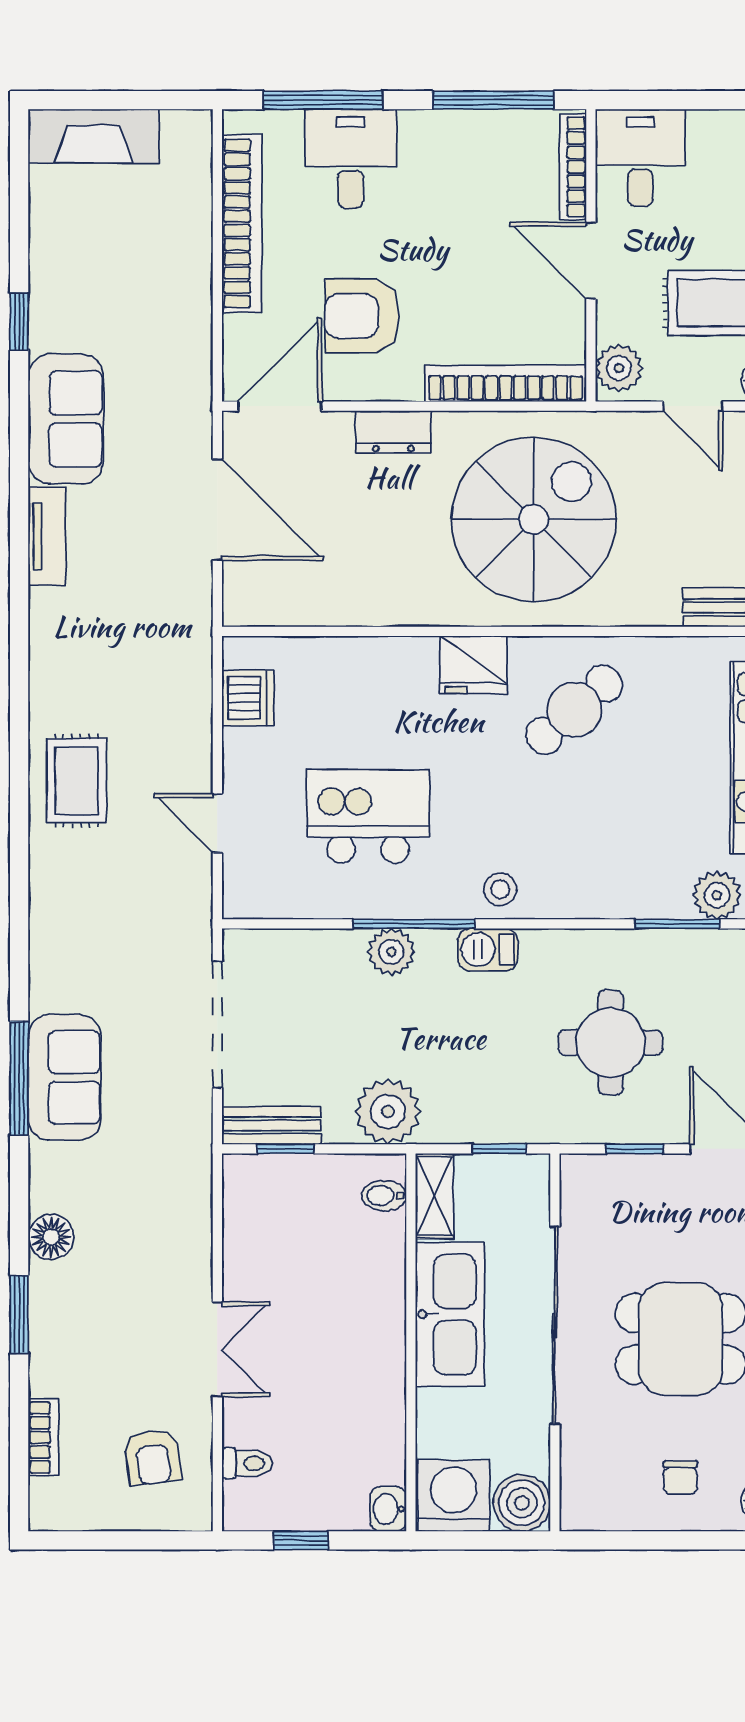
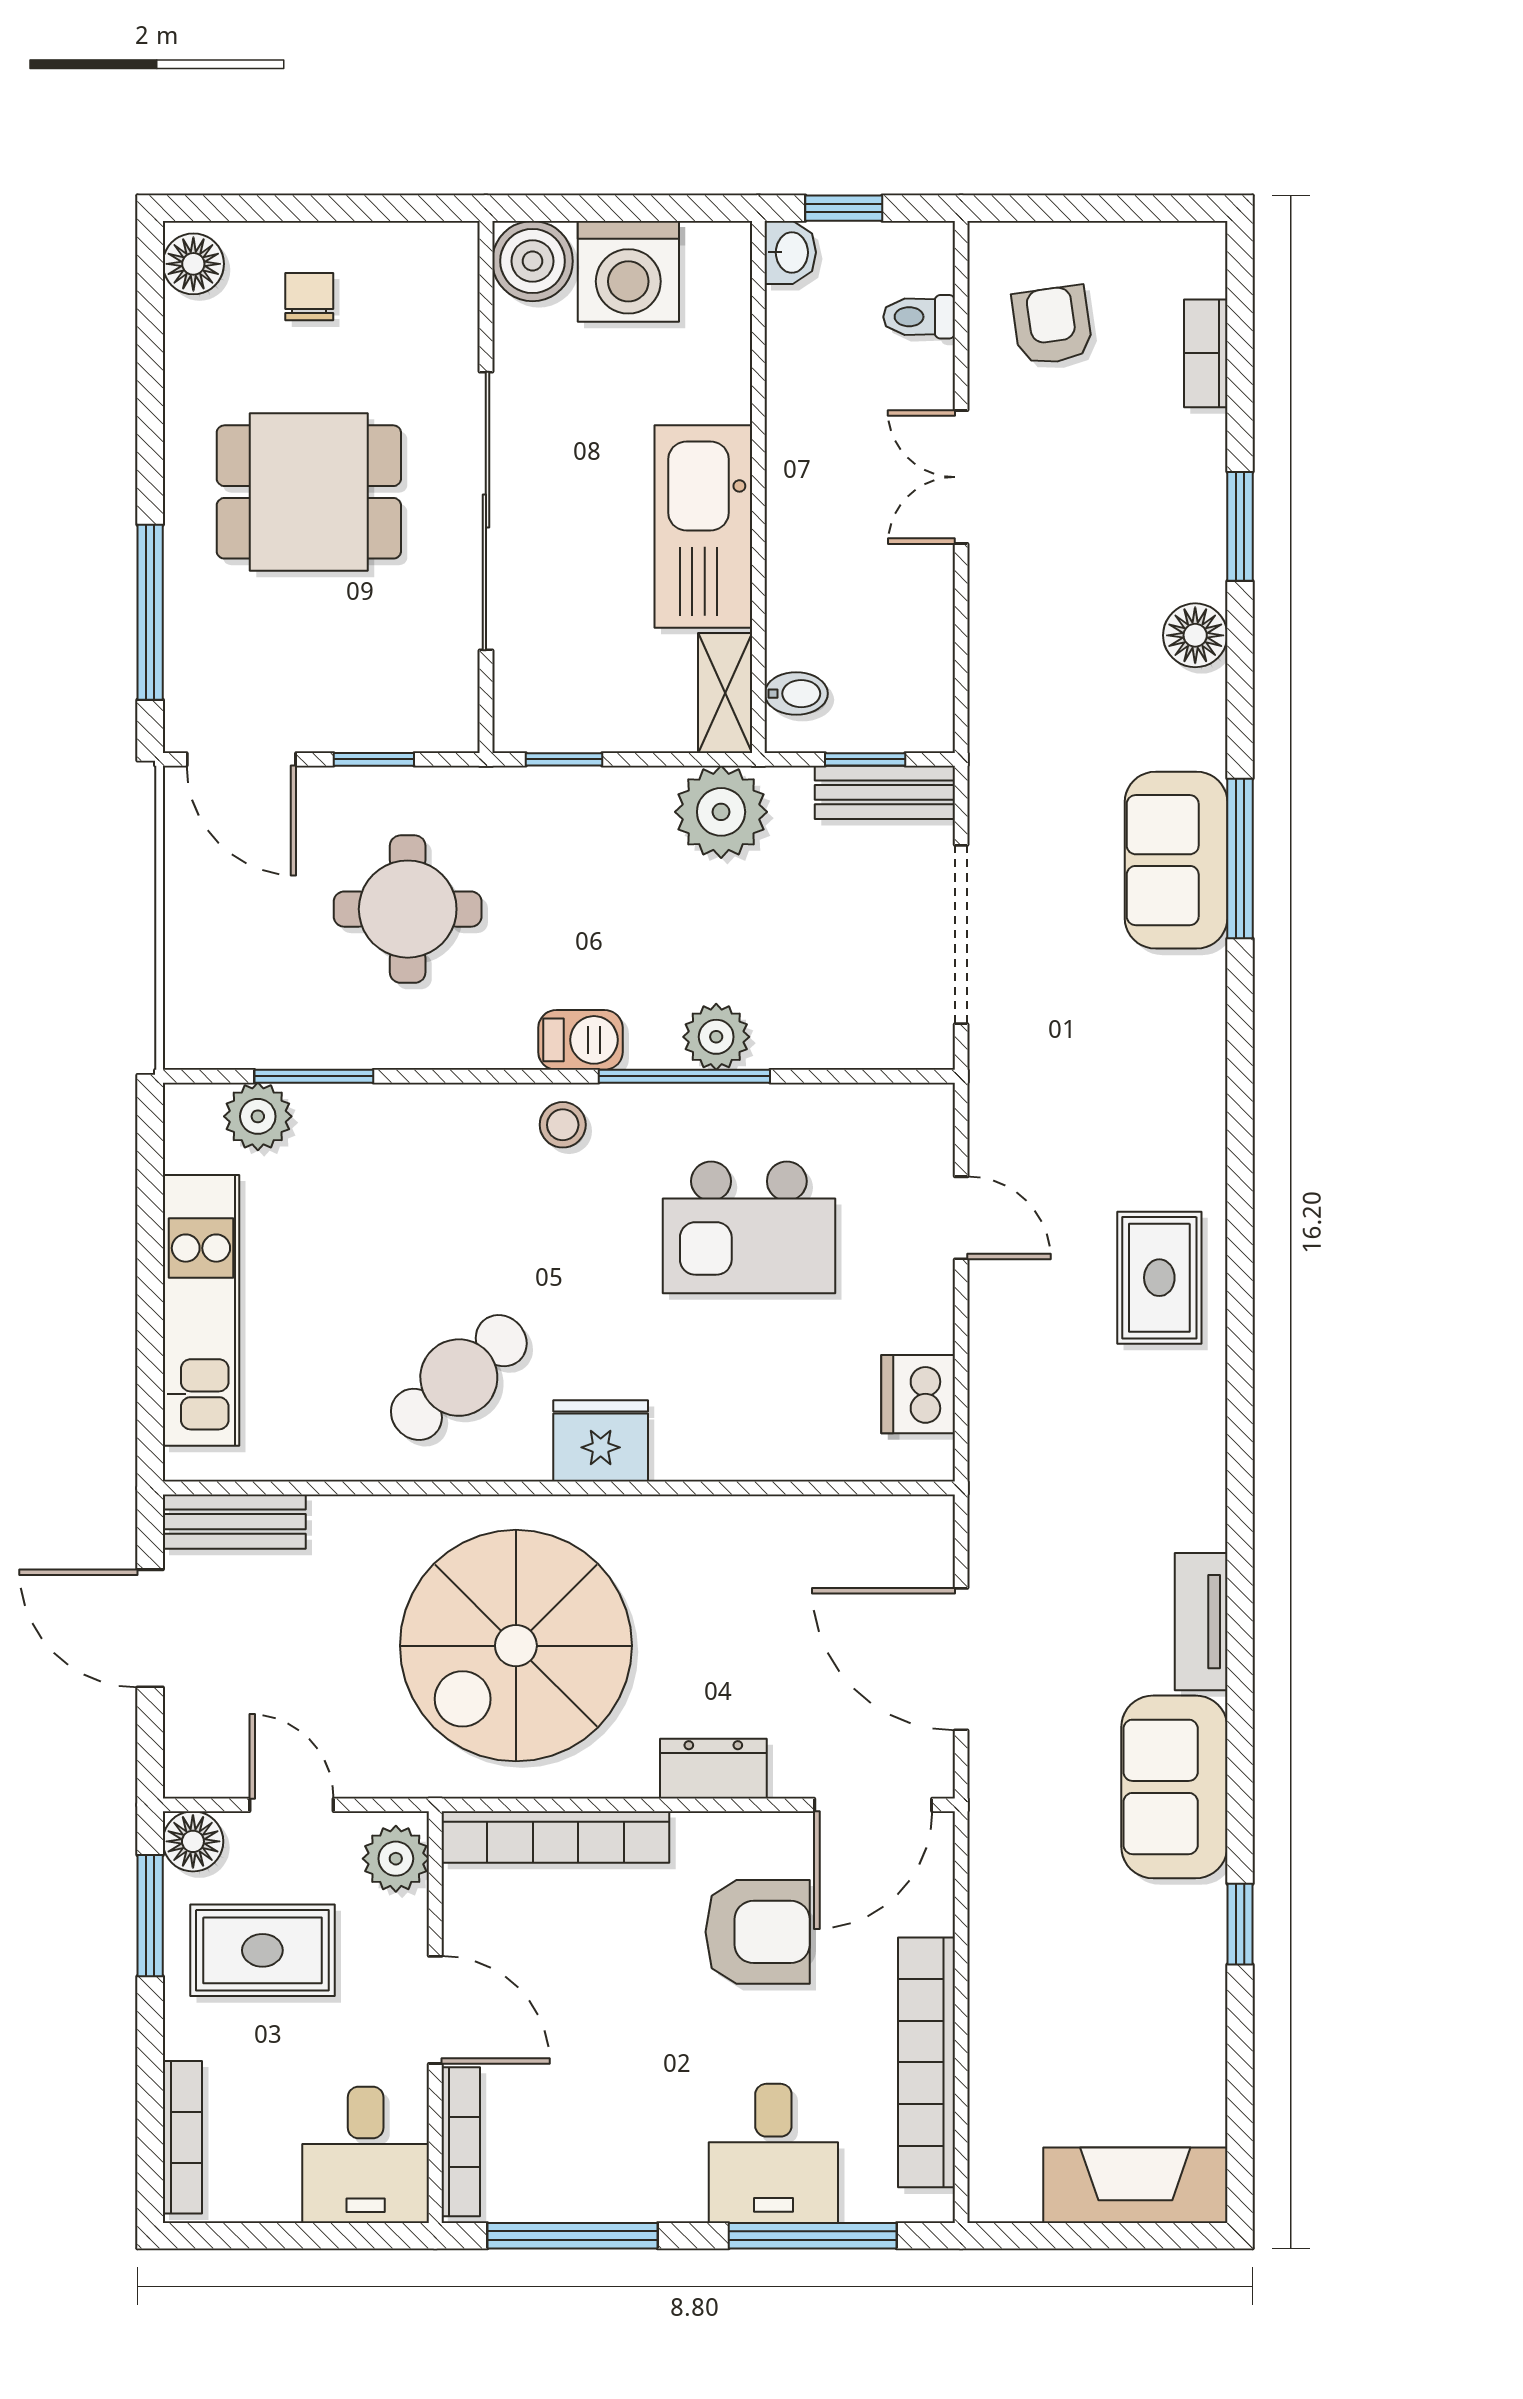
bidet: (384, 1196) -> (796, 694), moved
shelving: (435, 1196) -> (725, 693), moved
kitchen sink: (450, 1314) -> (703, 527), moved
wall: (411, 1342) -> (758, 487), moved
washbasin: (388, 1509) -> (790, 252), moved

